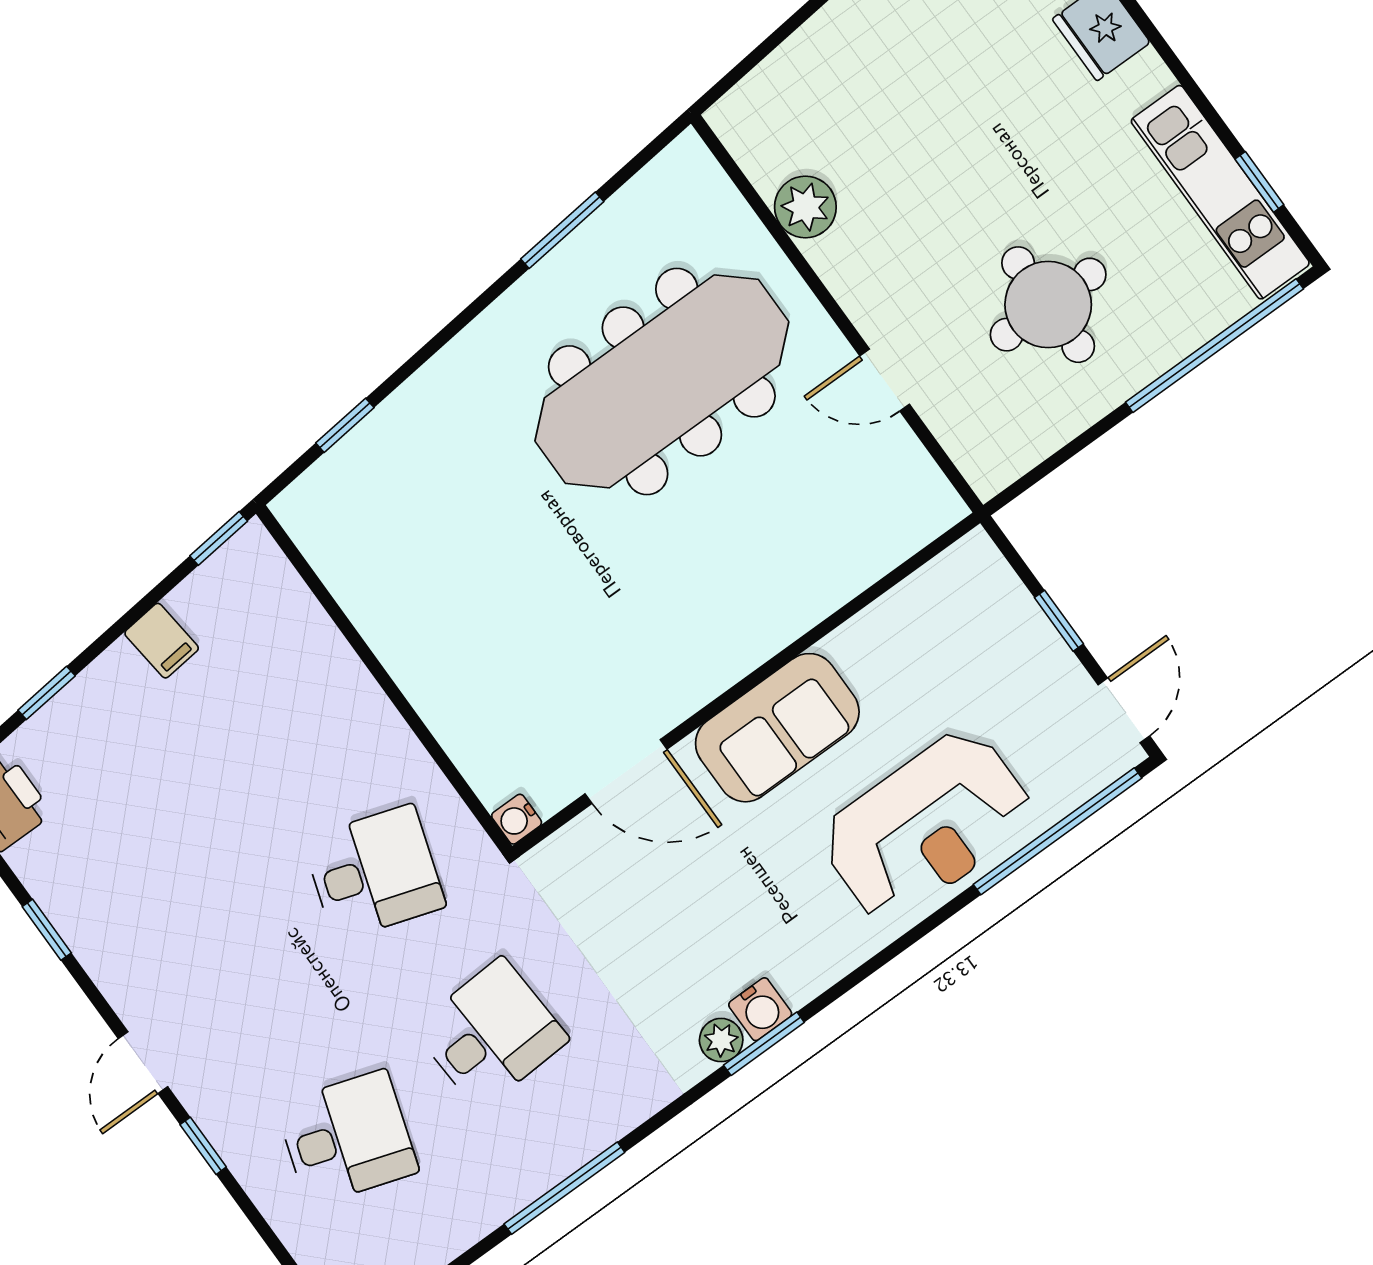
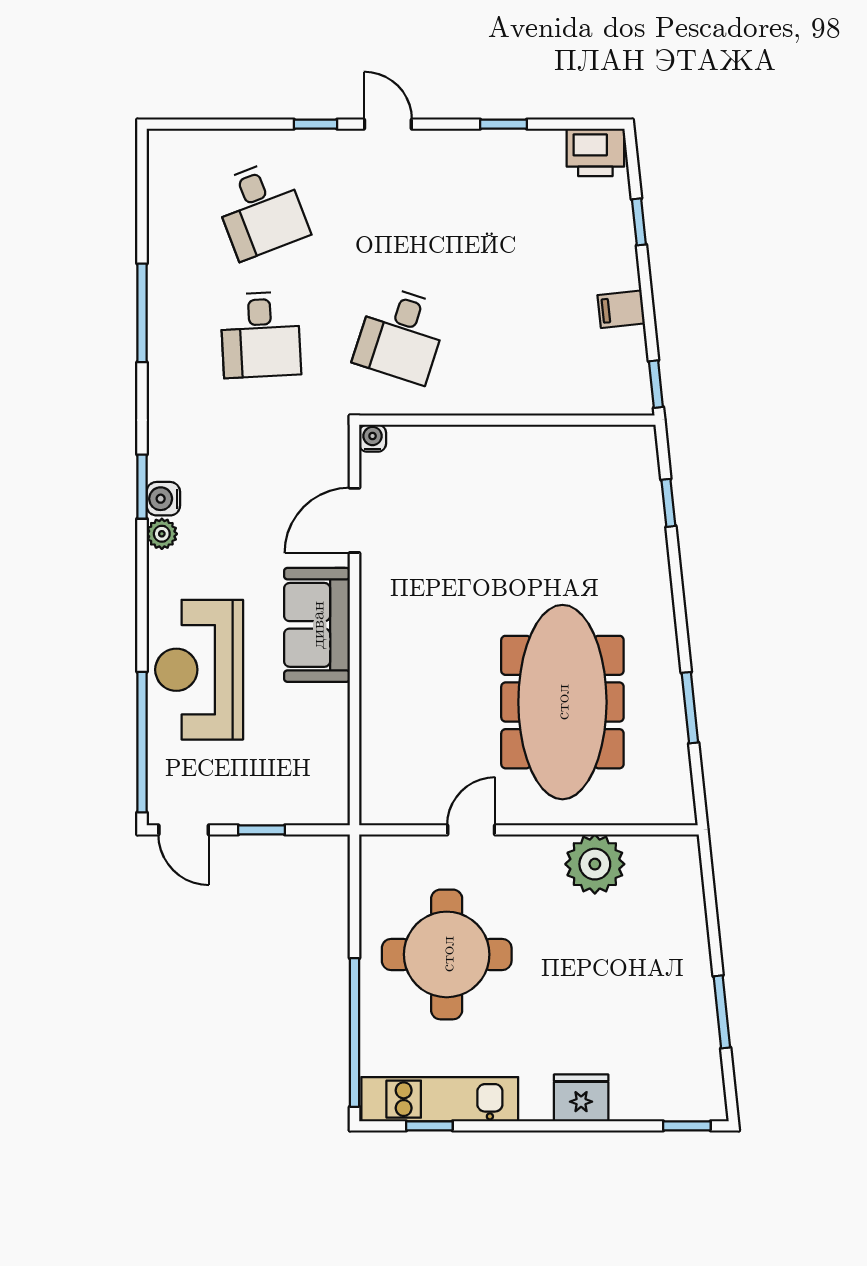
plant: (805, 207) -> (595, 864), width x1.36, depth x1.36
round table: (1048, 305) -> (447, 954), width x1.36, depth x1.36
plant: (721, 1040) -> (162, 534), moved
desk: (347, 1138) -> (261, 210), turned -39

